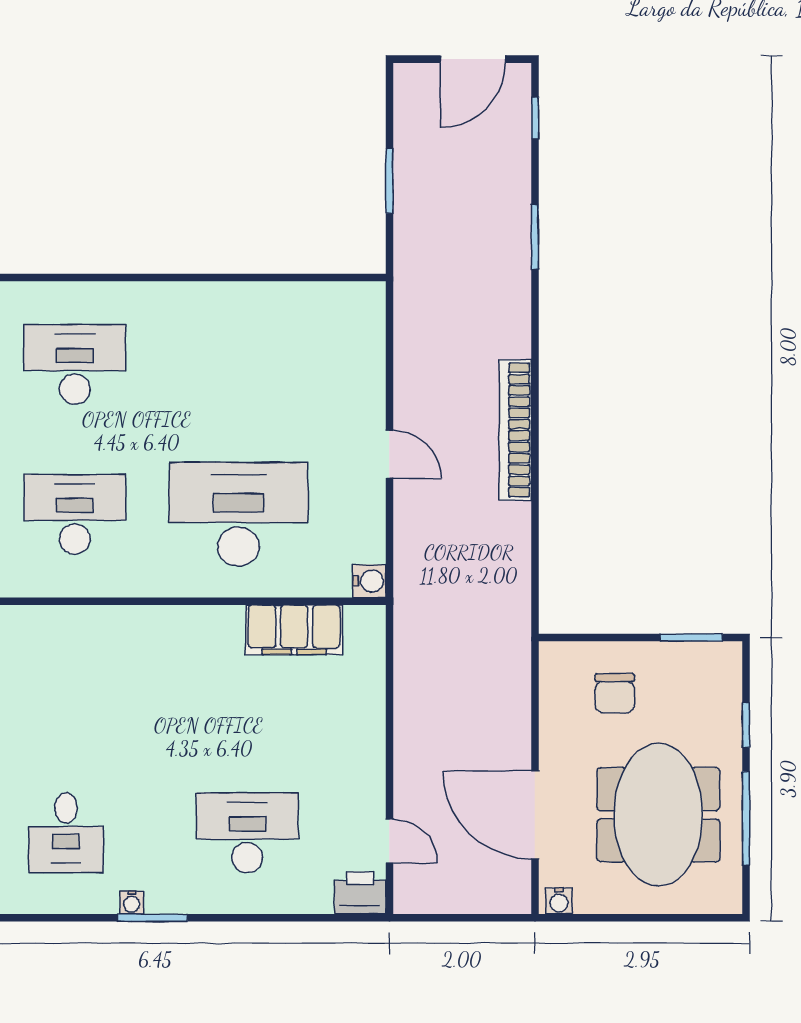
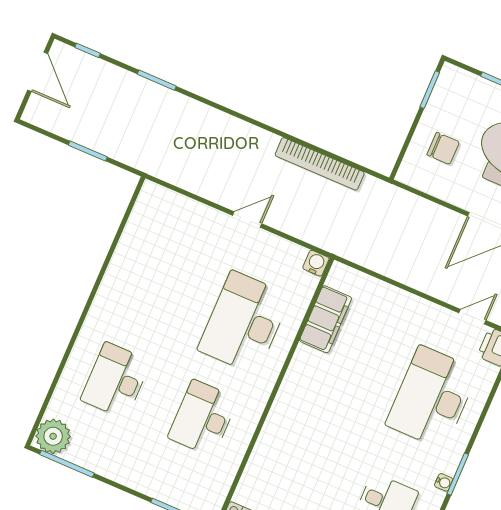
bookcase: (515, 430) -> (320, 164), moved
desk: (247, 833) -> (432, 397), width x1.36, depth x1.30

